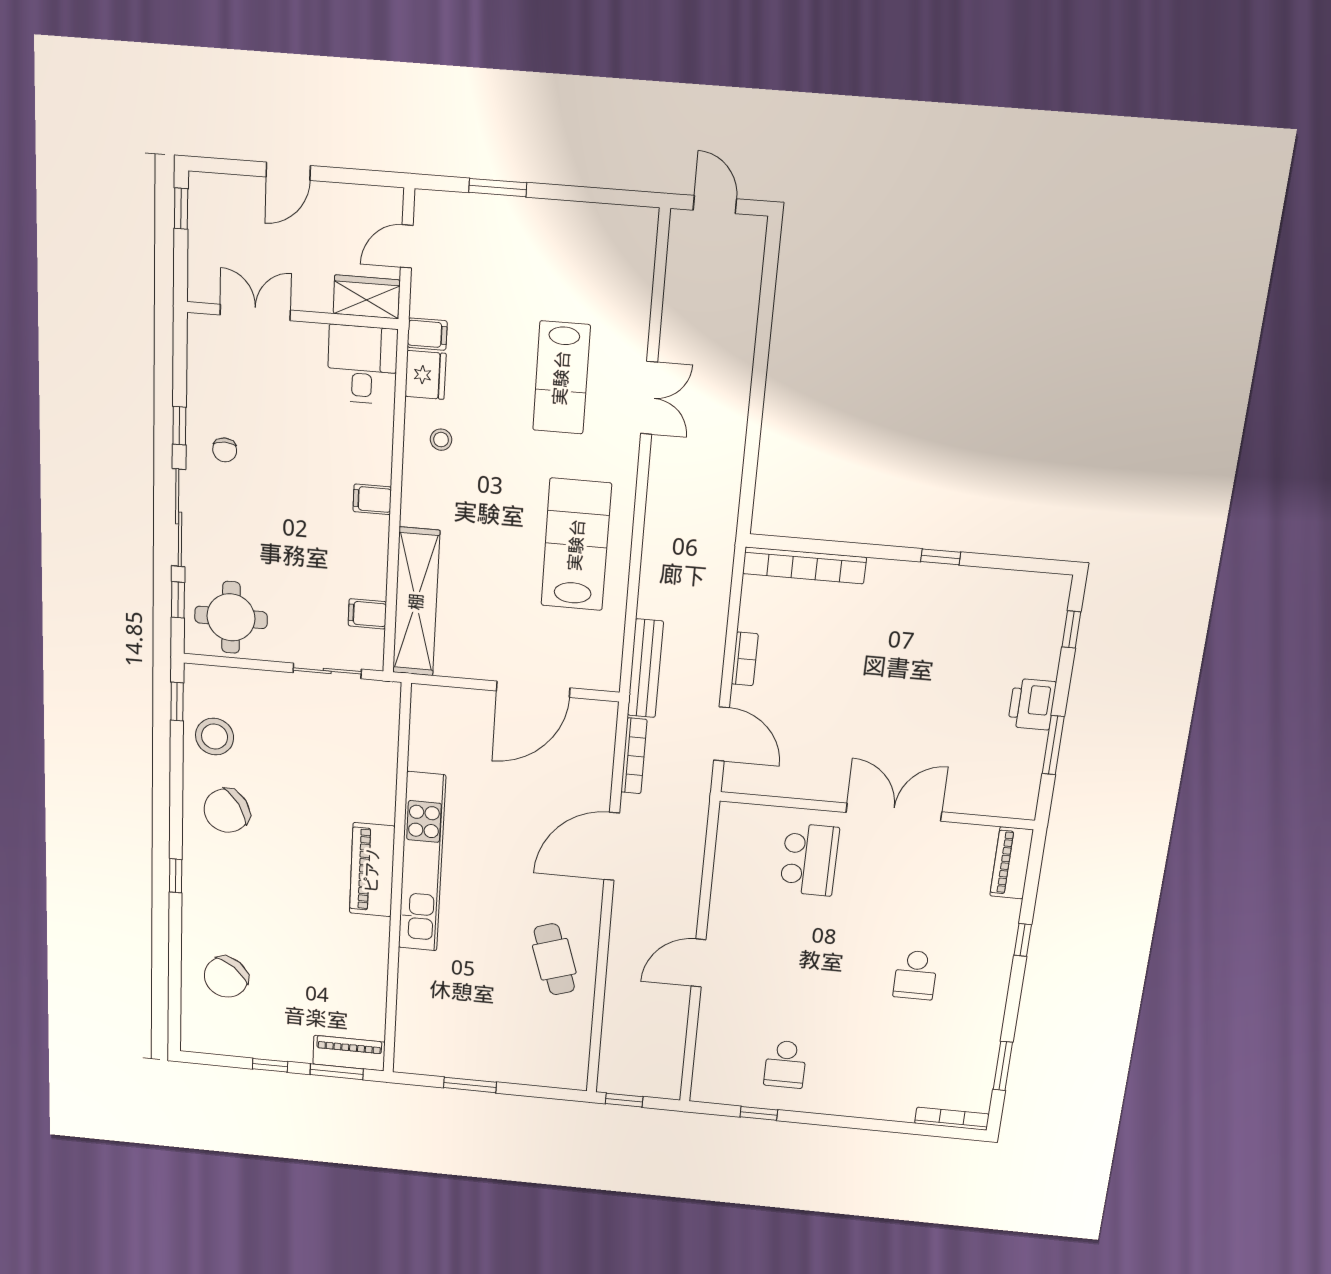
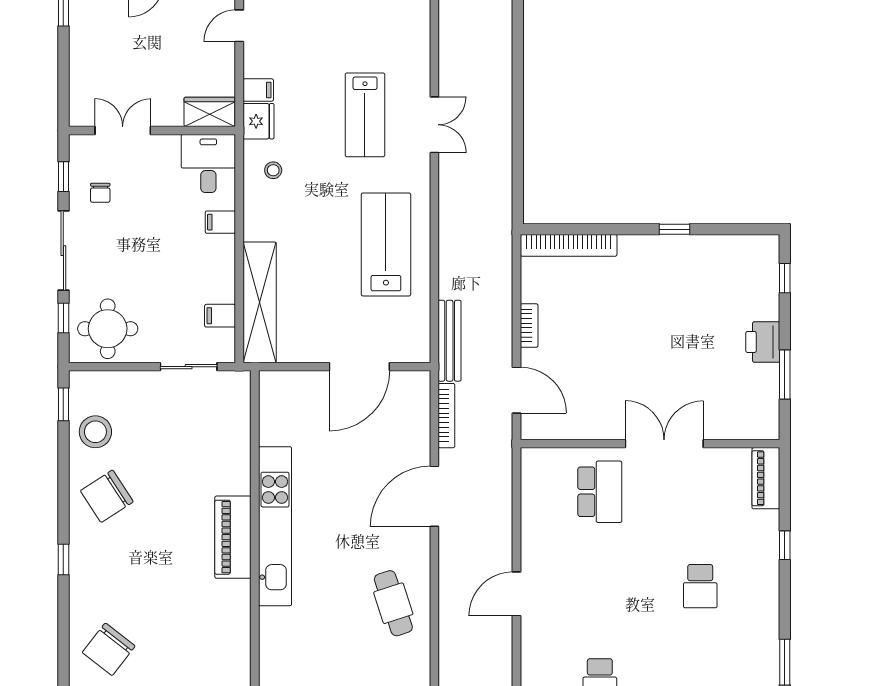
wardrobe: (366, 297) -> (210, 112), moved
double door: (255, 312) -> (123, 130), moved
wall: (292, 315) -> (152, 130), moved
desk: (362, 365) -> (208, 163), moved

